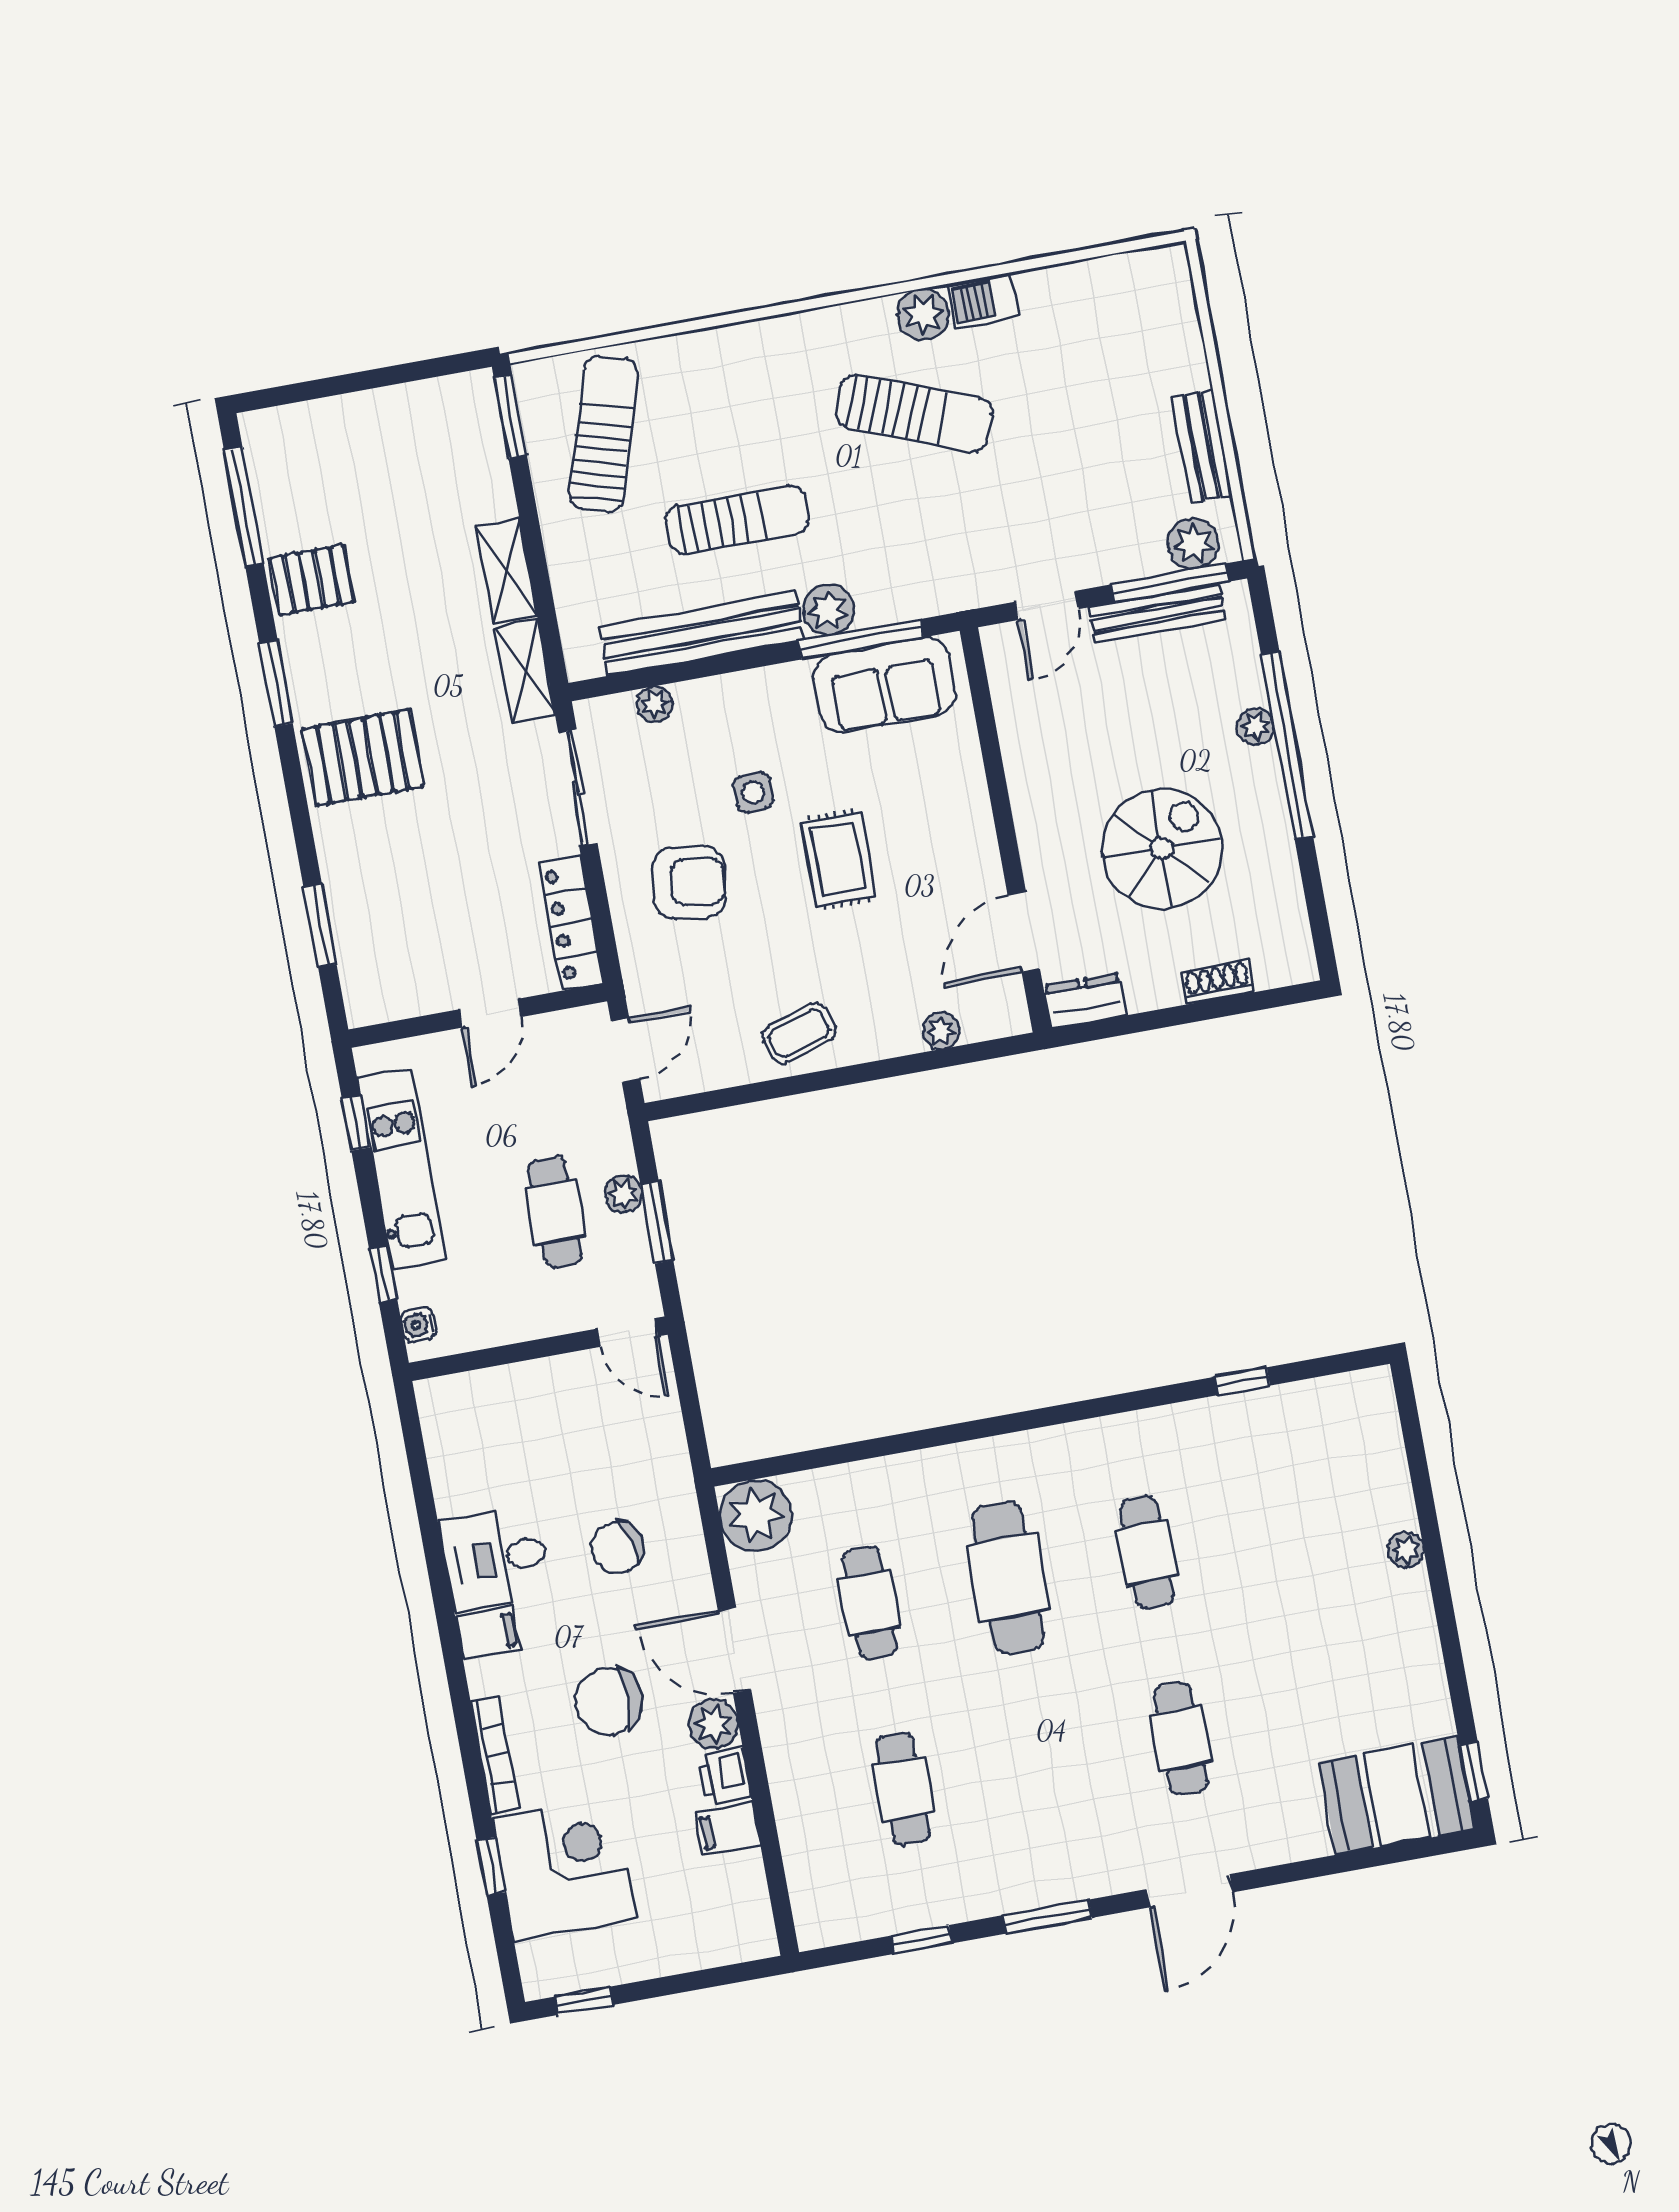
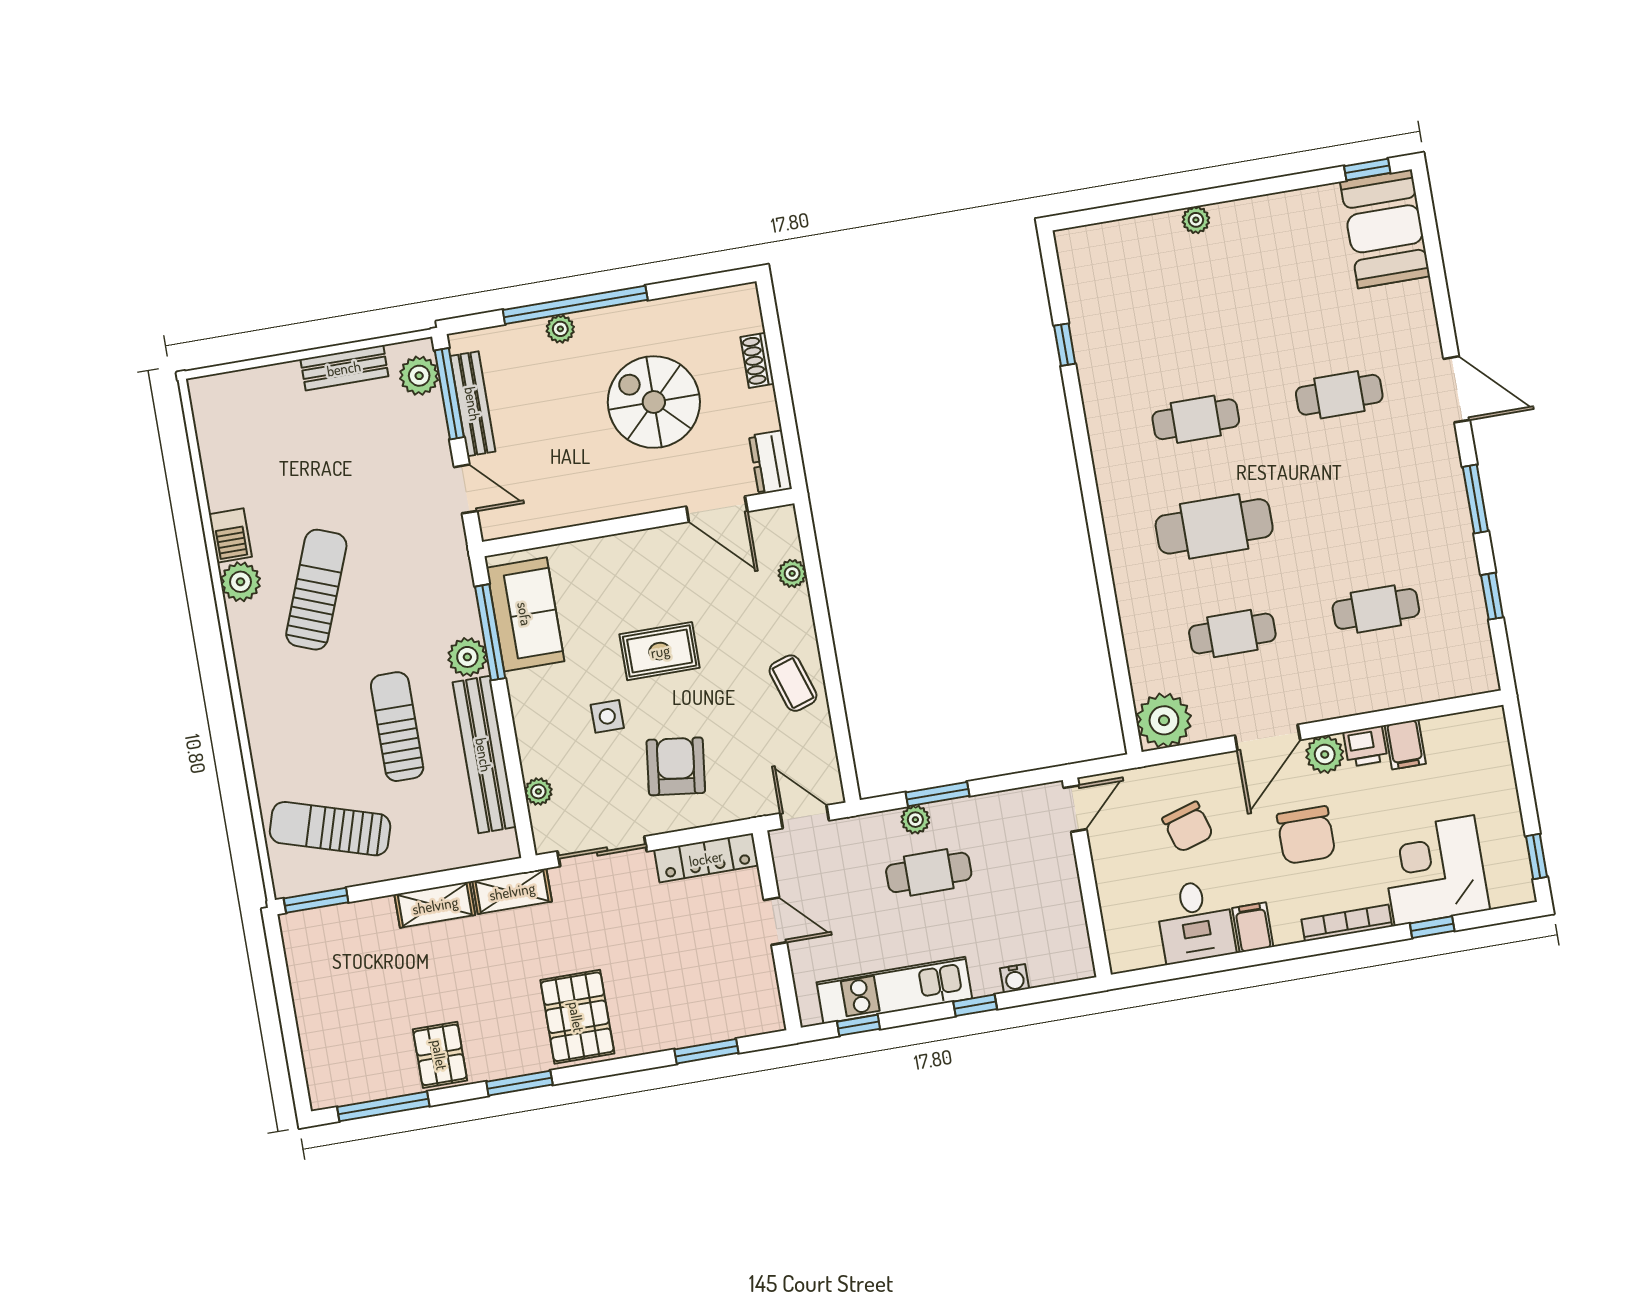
door: (627, 1333) -> (1075, 809), moved
wall: (538, 1349) -> (1087, 877), moved

